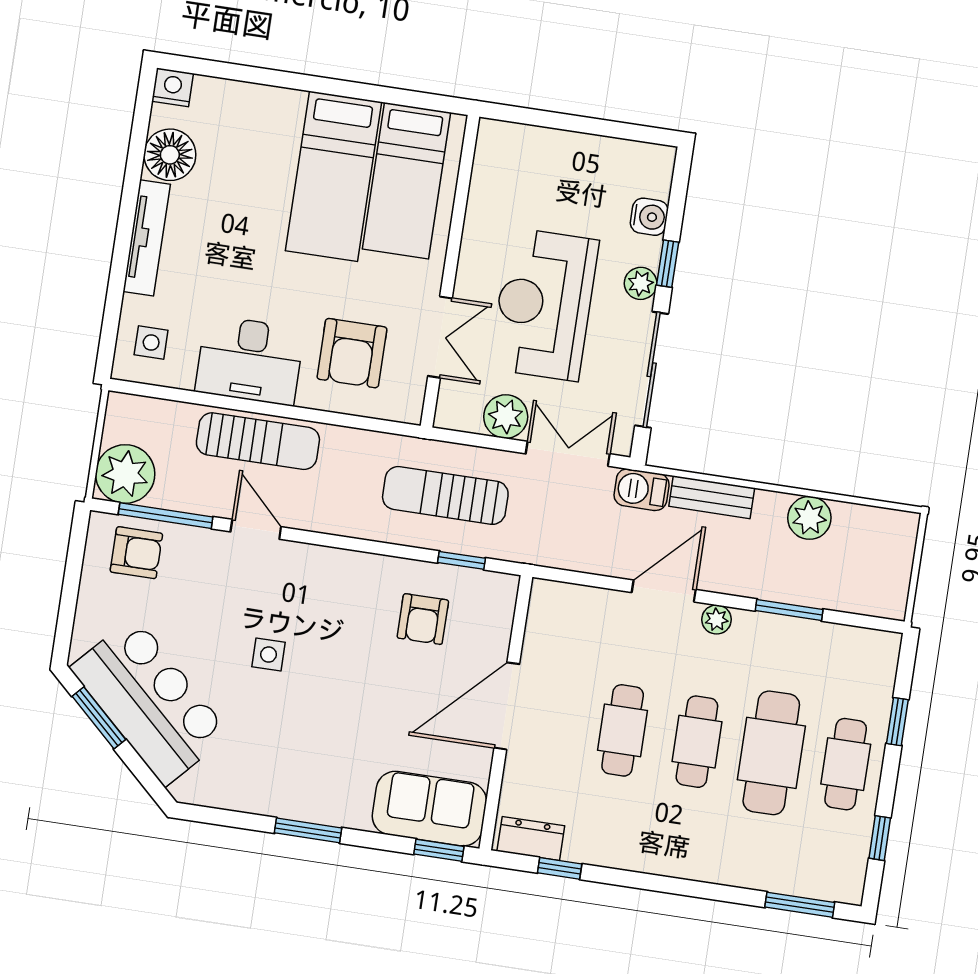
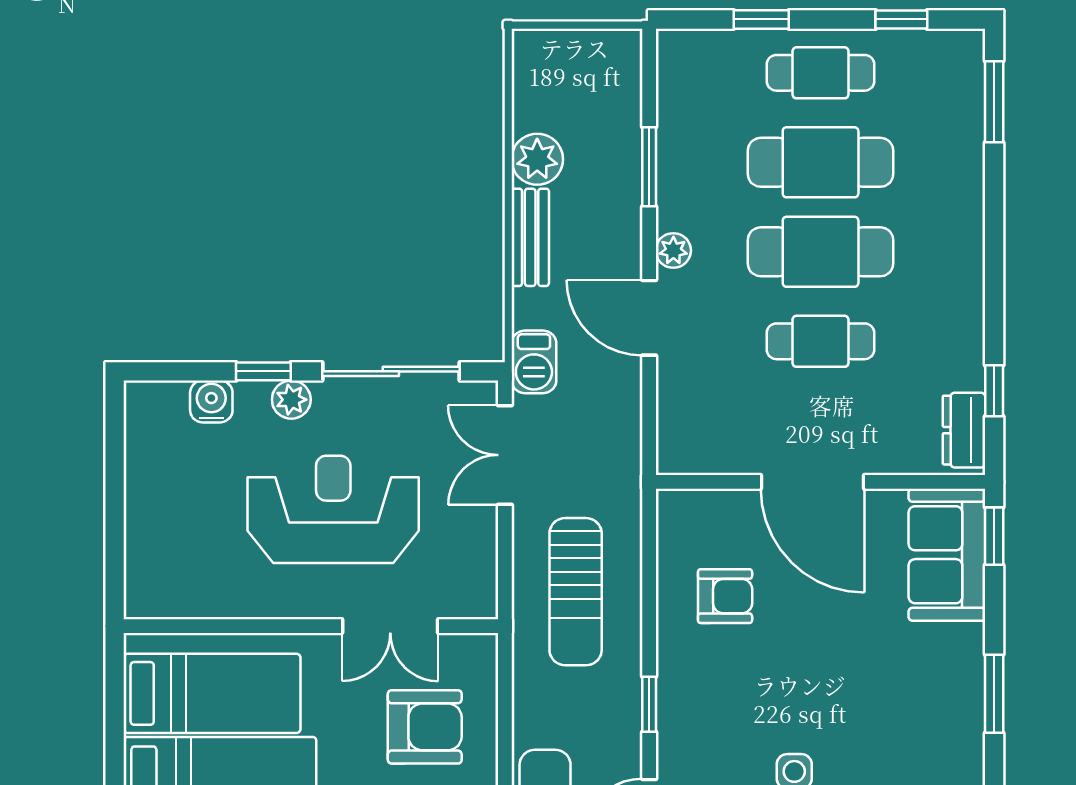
reception desk: (544, 304) -> (333, 509), turned 180
double door: (440, 337) -> (390, 626), swing flipped
plant: (506, 417) -> (472, 535), removed
bench: (712, 497) -> (530, 237), moved
window: (462, 560) -> (649, 704), moved
cafe table: (697, 742) -> (821, 252), width x1.37, depth x1.35

